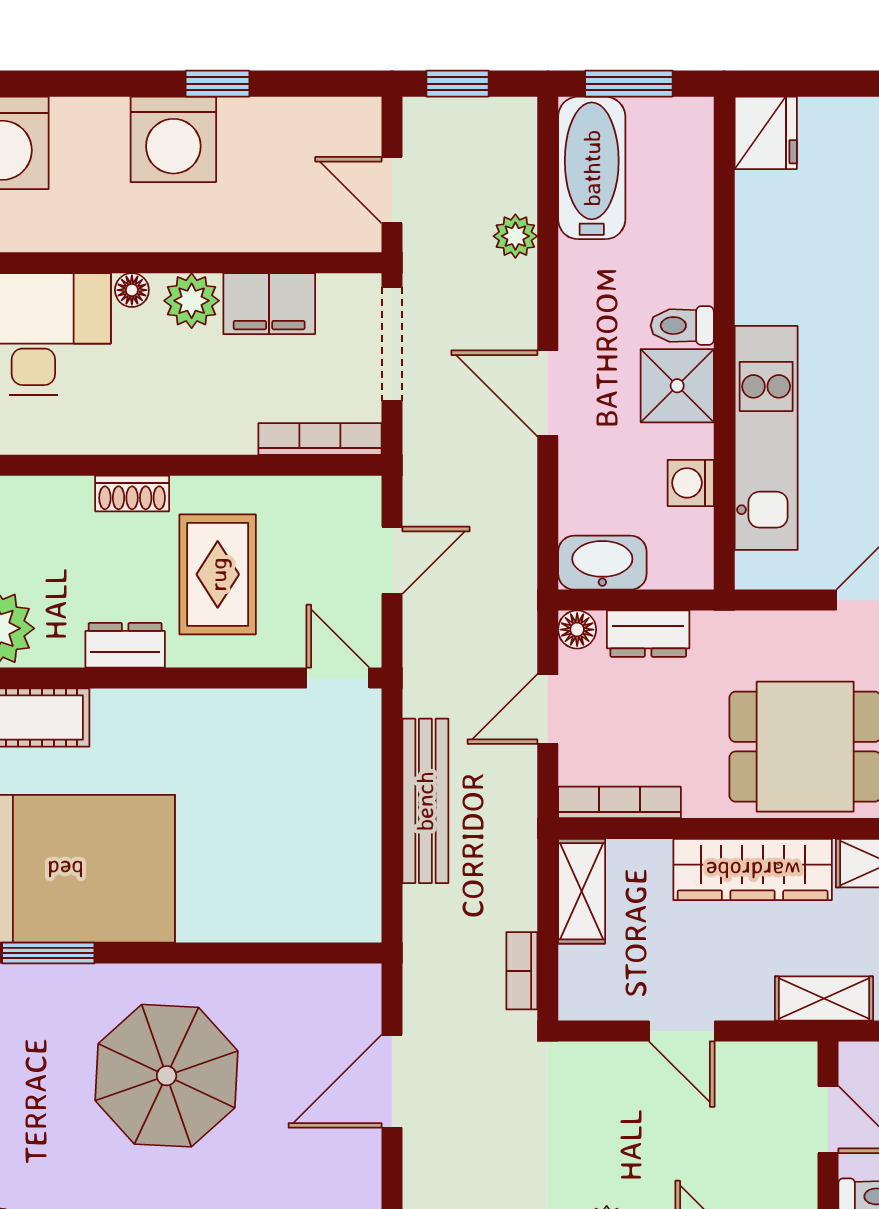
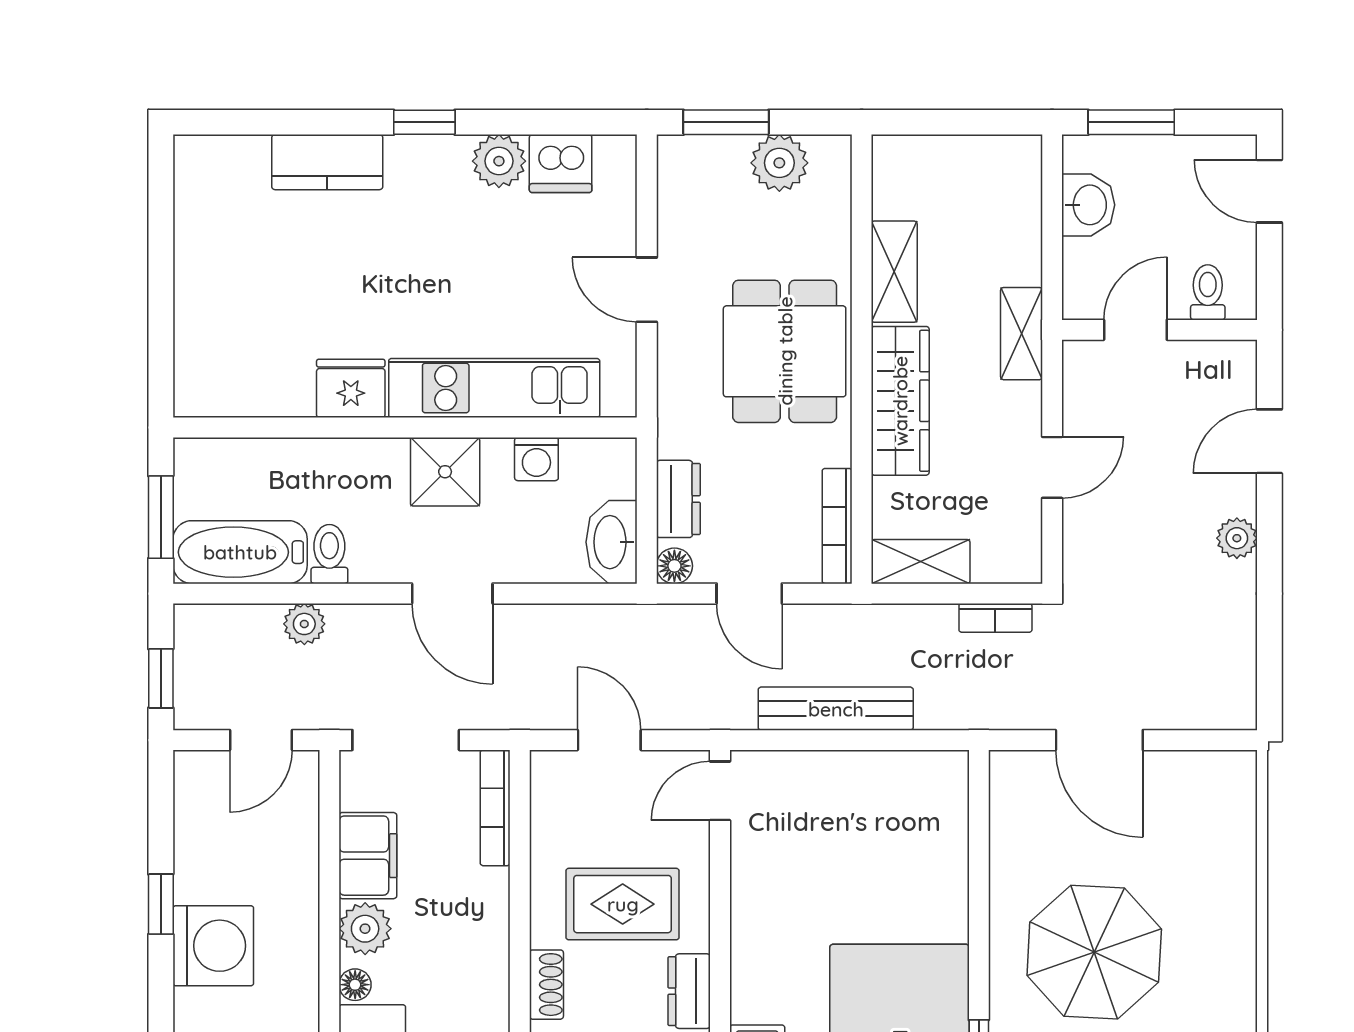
fridge: (766, 133) -> (351, 388), moved
toilet: (682, 326) -> (329, 554), moved, turned 180
door: (548, 393) -> (452, 594), hinge flipped

